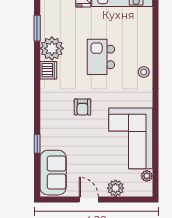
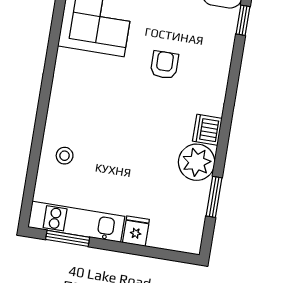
kitchen island: (101, 57) -> (124, 137), removed
stool: (144, 72) -> (65, 156), moved

